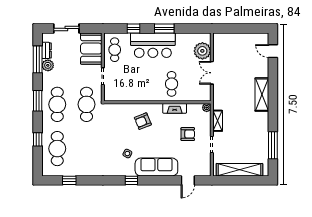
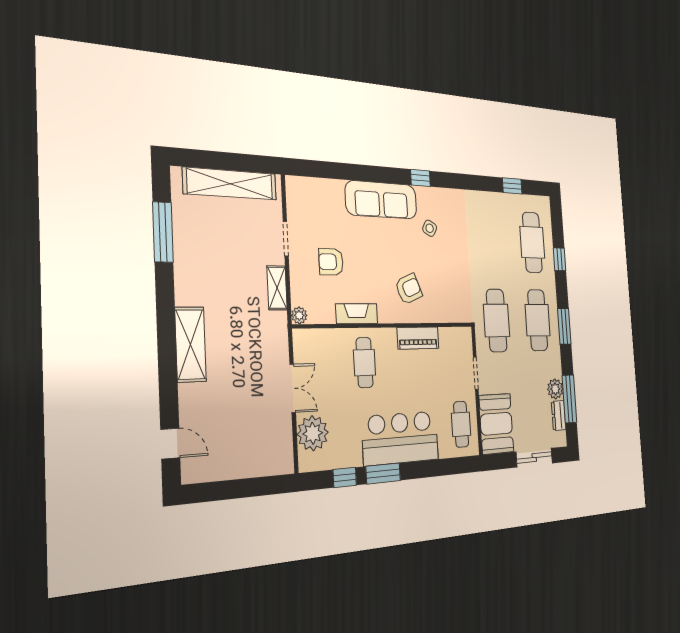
window: (134, 28) -> (345, 477), moved
piano: (139, 96) -> (418, 338), added
door: (188, 180) -> (326, 170), removed

